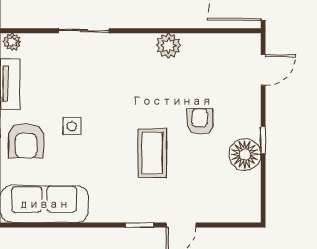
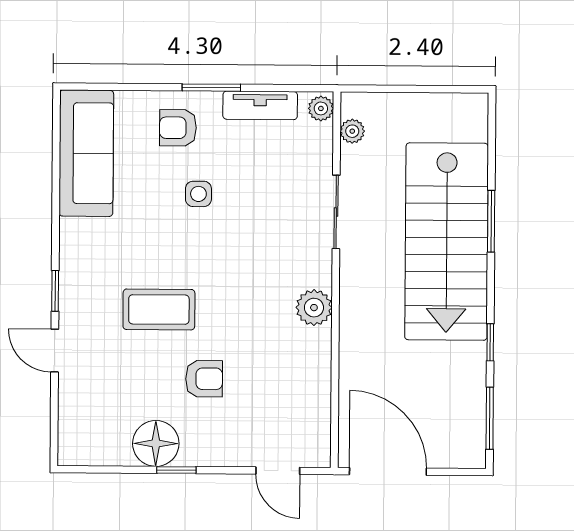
plant: (28, 20) -> (352, 131), added
plant: (168, 46) -> (314, 308), moved
armchair: (26, 141) -> (178, 128), width x0.72, depth x0.72

